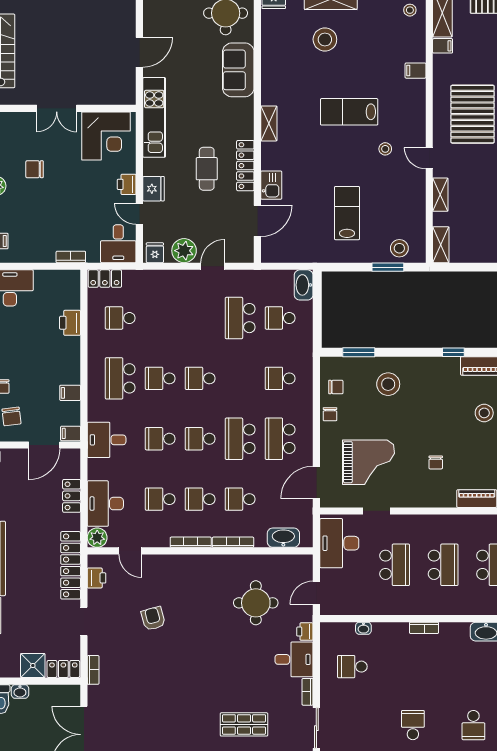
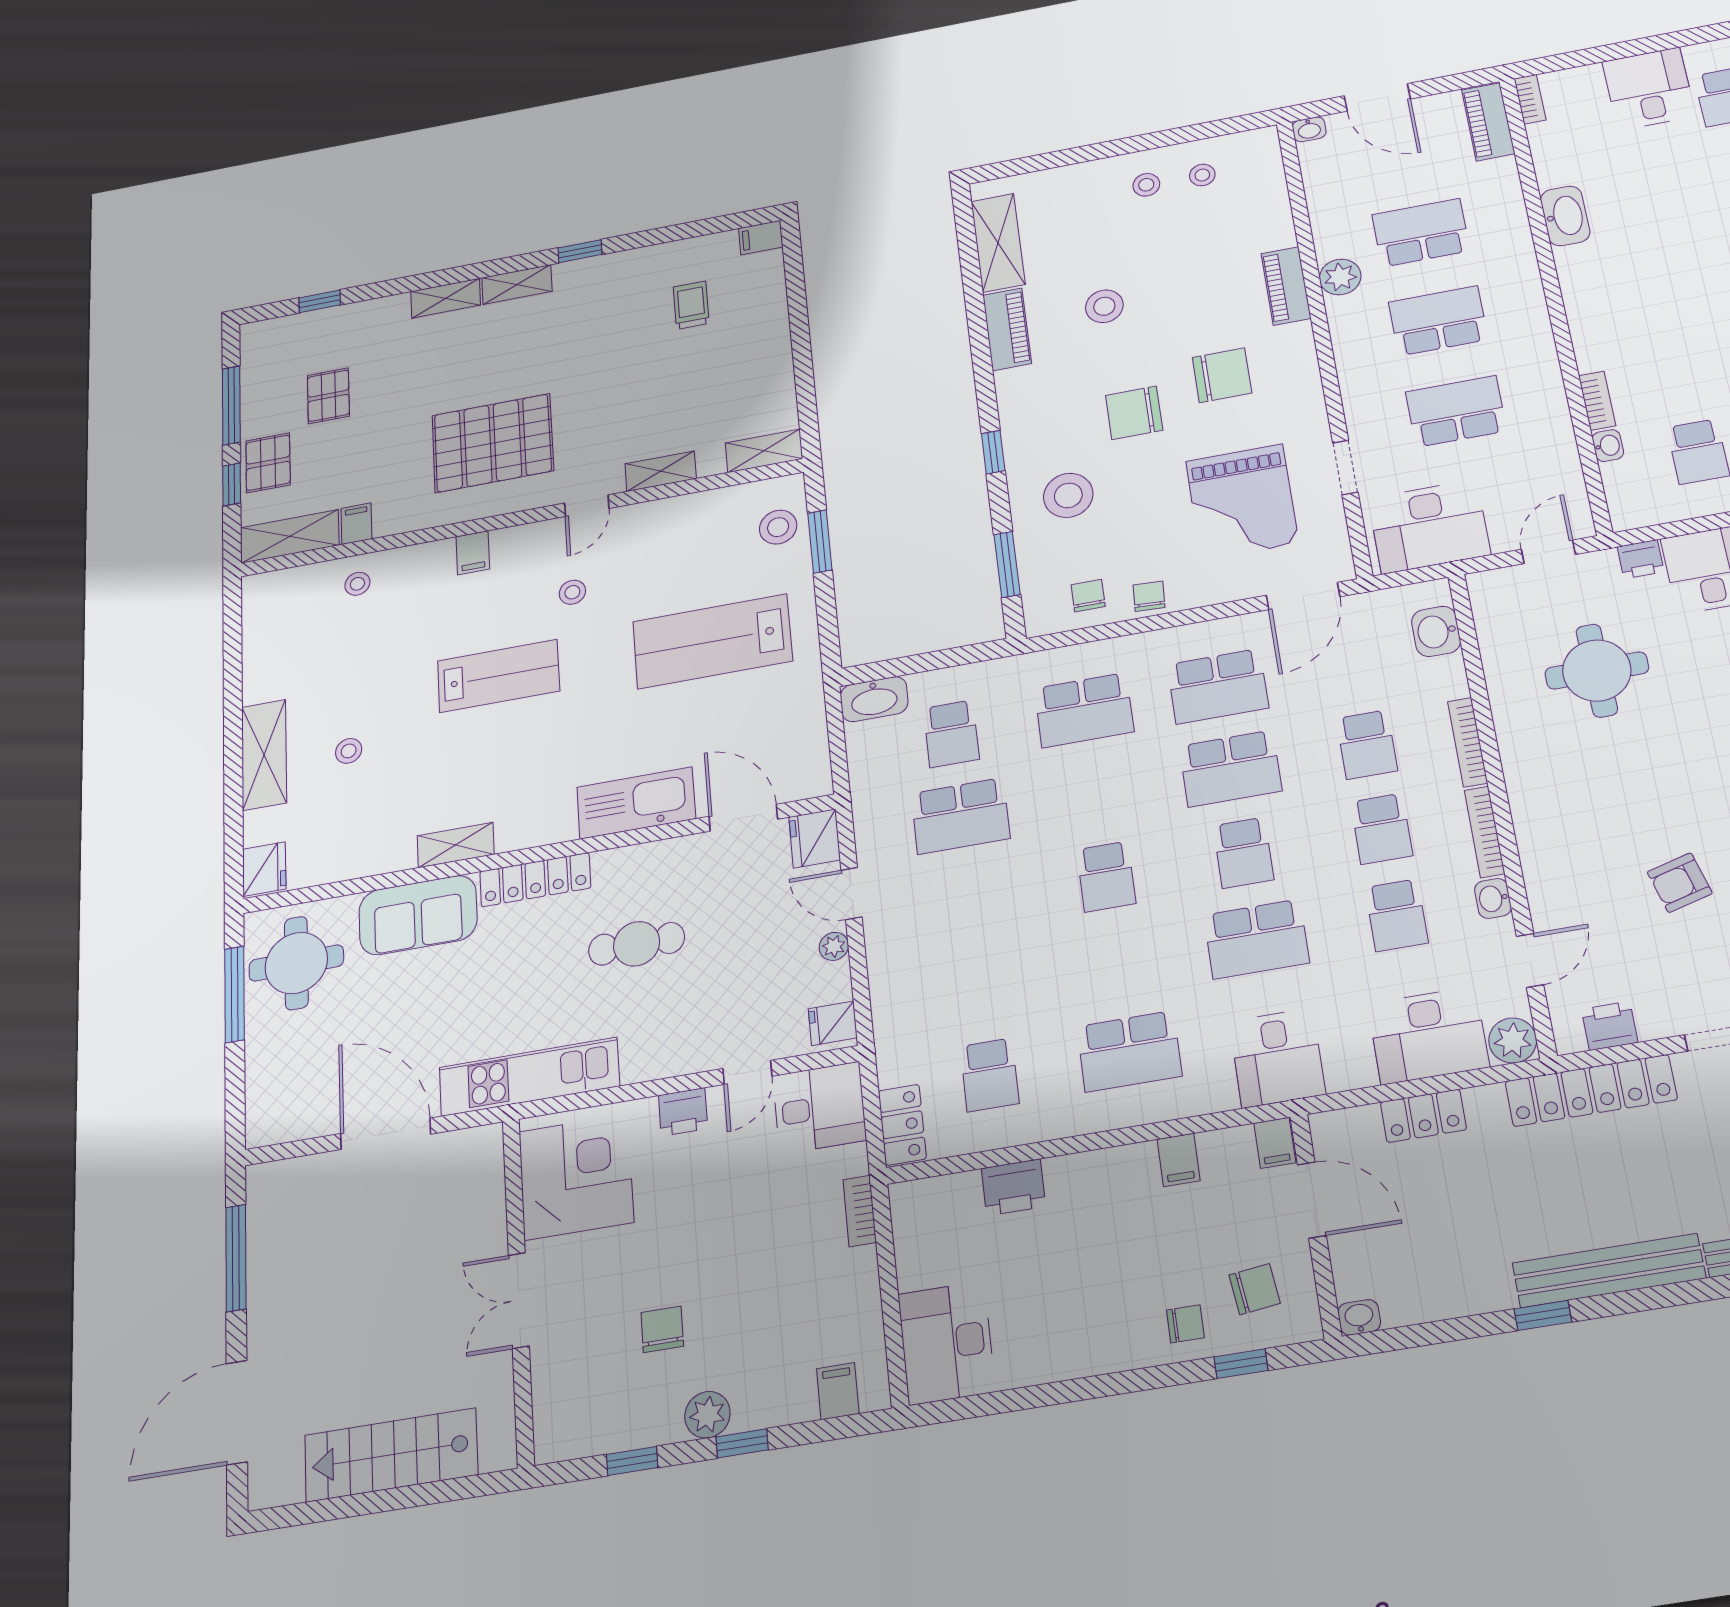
stool: (410, 10) -> (357, 584), moved
stool: (325, 39) -> (349, 751), width x0.53, depth x0.53
door: (139, 52) -> (386, 1134), width x1.36
filing cabinet: (416, 71) -> (473, 553), moved
double door: (57, 108) -> (519, 1300), swing flipped
lab bench: (349, 112) -> (498, 676), turned -90
shelving: (269, 123) -> (456, 845), moved
locker: (245, 166) -> (535, 880), moved
chair: (35, 169) -> (662, 1329), turned 180
kitchen sink: (271, 185) -> (636, 803), width x1.87, depth x1.24
fridge: (154, 189) -> (815, 838), moved, turned -90
lab bench: (347, 213) -> (712, 641), width x1.36, depth x1.39
plant: (184, 251) -> (834, 946), width x0.53, depth x0.53
window: (453, 352) -> (993, 452), moved
school desk: (160, 378) -> (1118, 963), removed
school desk: (280, 378) -> (1084, 710), width x1.85
chair: (330, 414) -> (1149, 596), turned -87
chair: (425, 420) -> (1134, 413), added
school desk: (160, 439) -> (1257, 939), width x1.85
grand piano: (369, 462) -> (1242, 502), turned 180
chair: (436, 462) -> (1222, 375), width x1.87, depth x1.87
door: (316, 482) -> (1303, 596), hinge flipped
plant: (476, 524) -> (1340, 277), added
washbasin: (283, 538) -> (1436, 631), width x0.72
washbasin: (160, 540) -> (1493, 898), added
door: (316, 593) -> (1548, 552), swing flipped
bookcase: (424, 628) -> (1597, 401), moved

